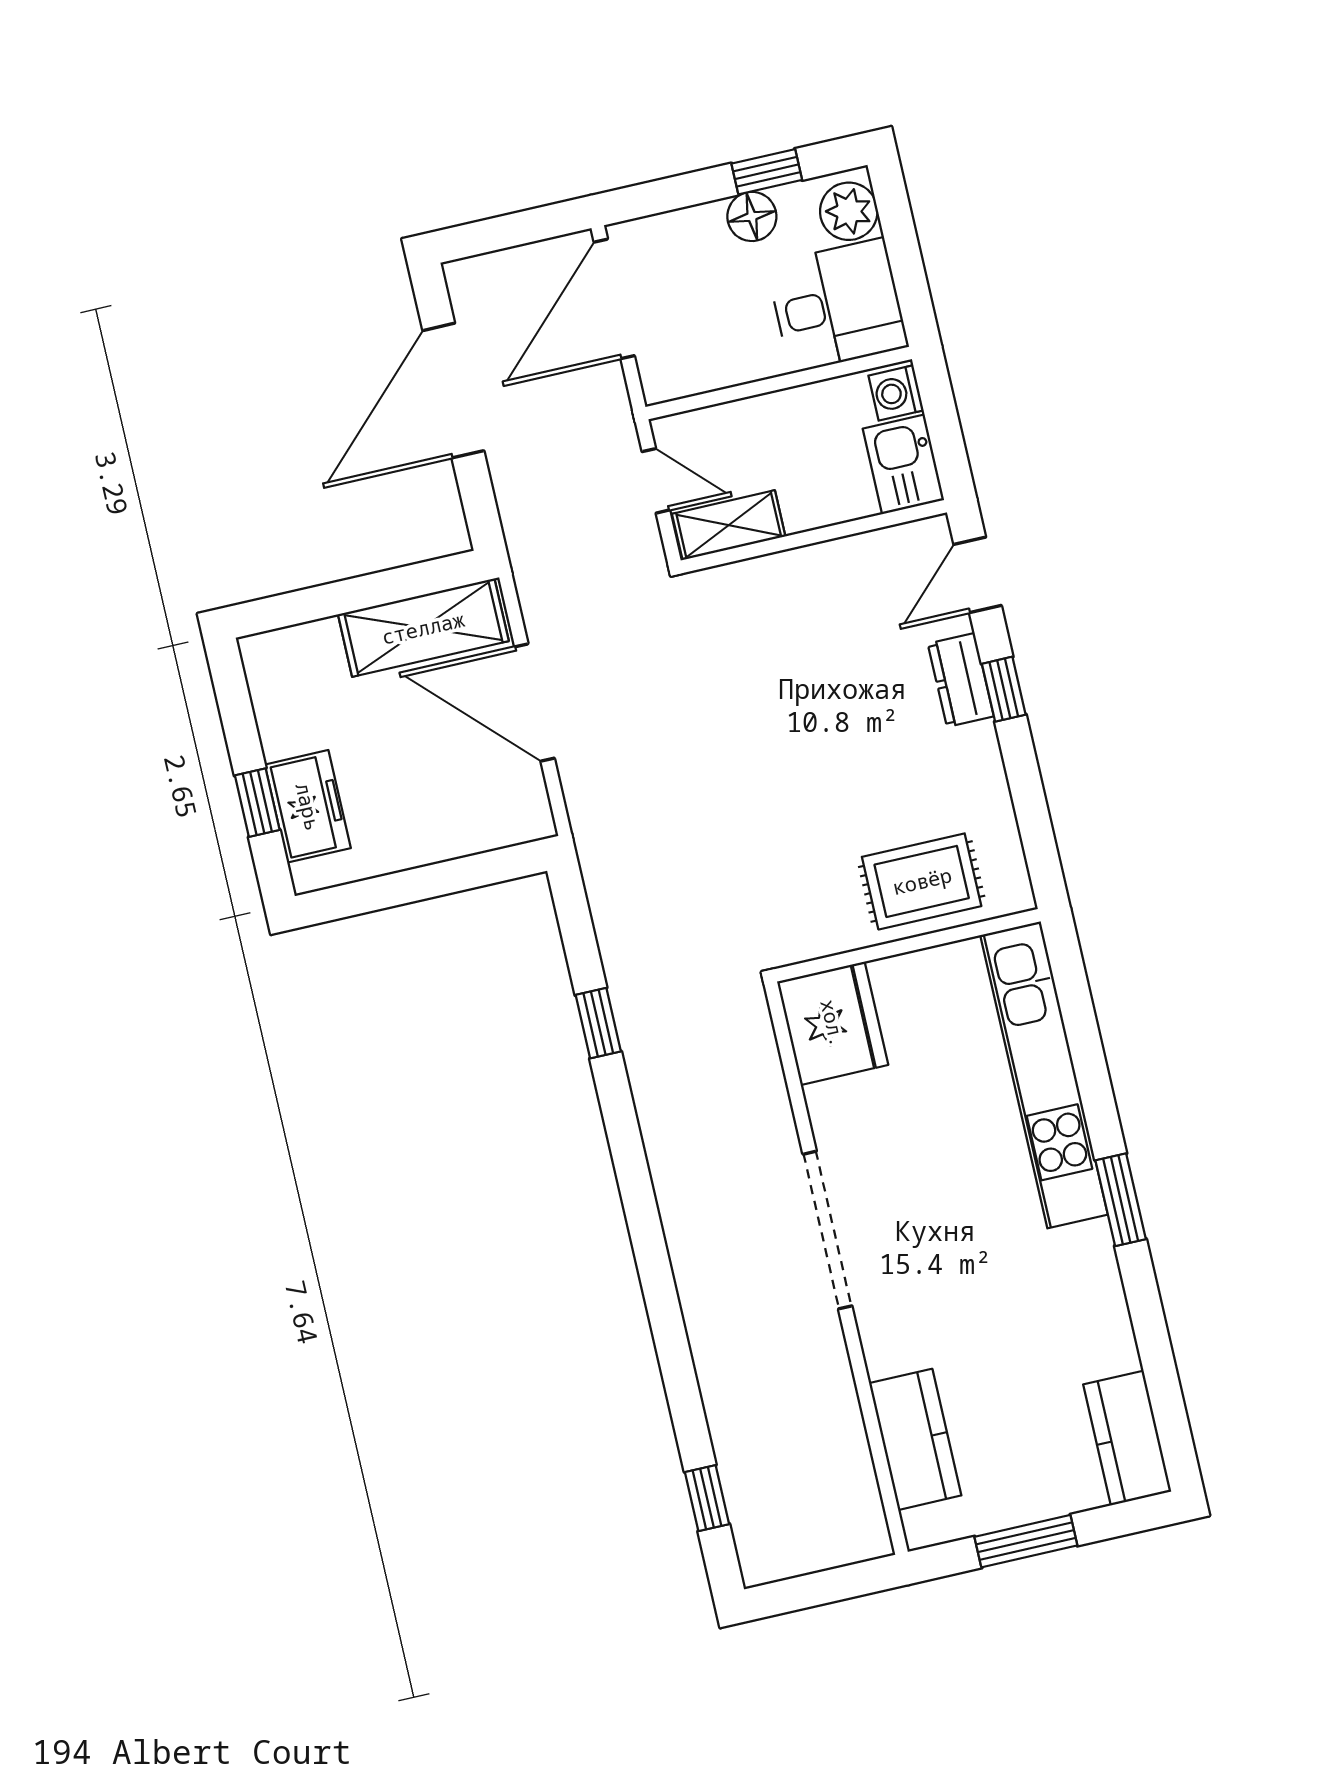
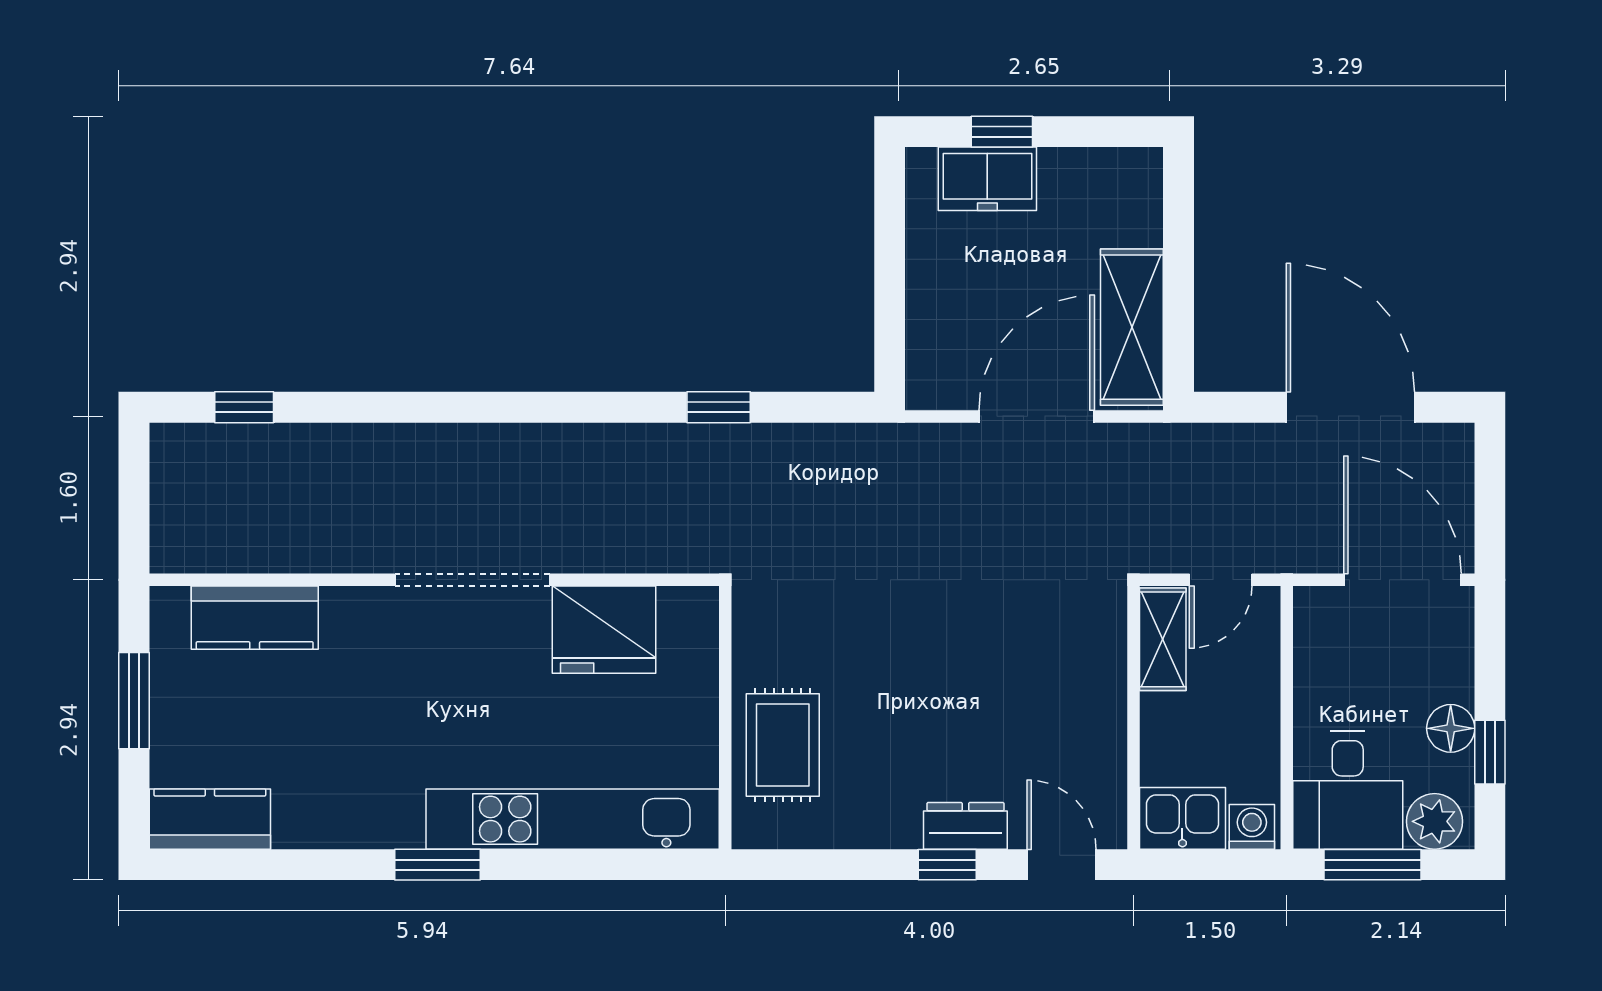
window: (906, 263) -> (1373, 865), added
fridge: (833, 1023) -> (604, 630), moved

